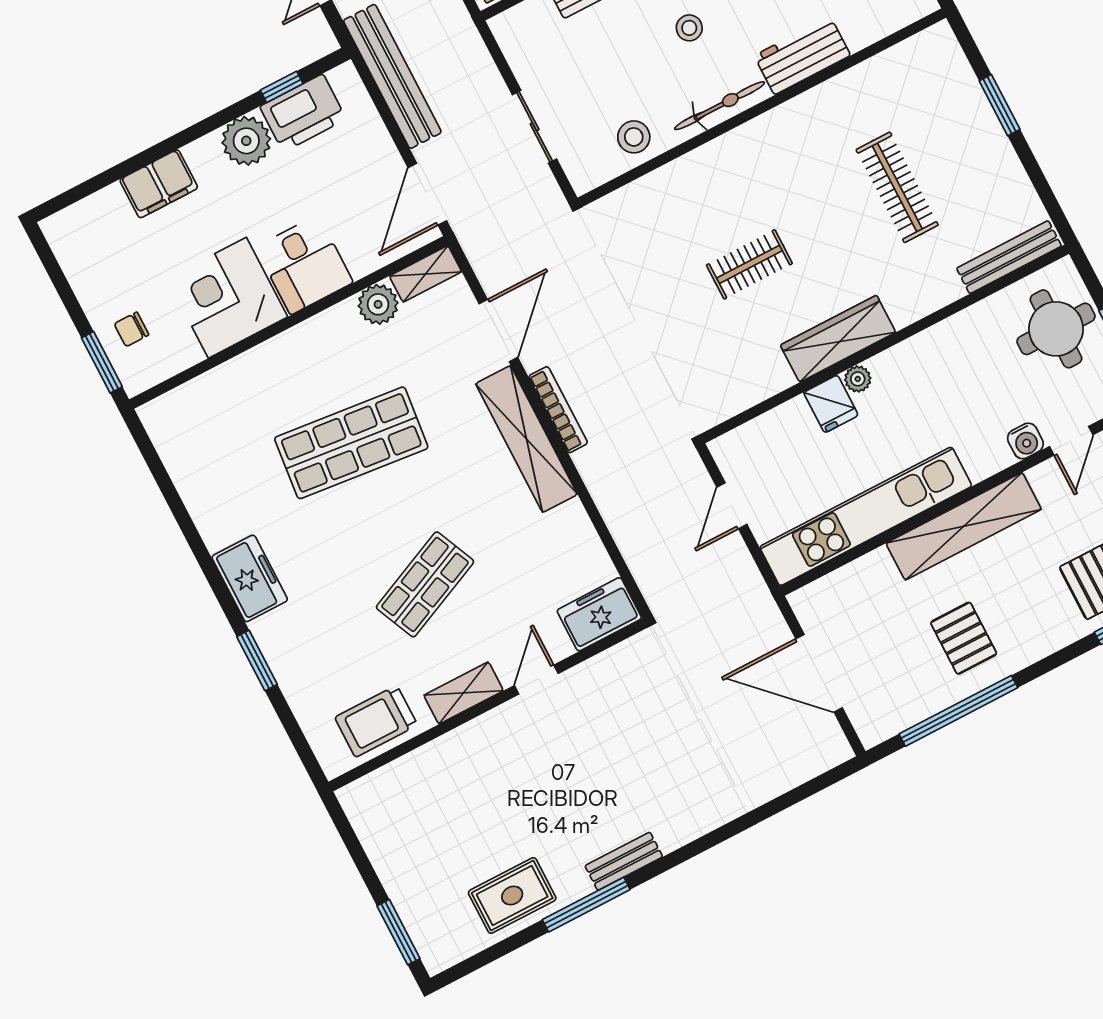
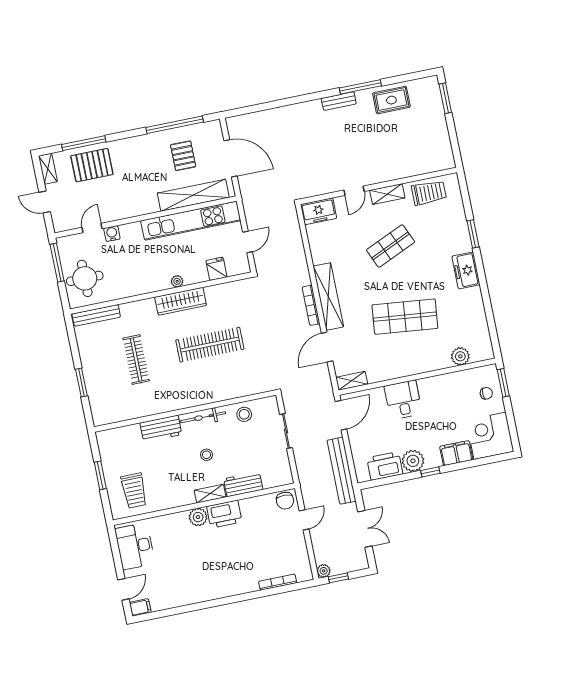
window: (282, 87) -> (430, 472), moved
clothes rail: (749, 264) -> (210, 345), width x1.86, depth x1.31
corner desk: (227, 298) -> (490, 436), moved, turned 180
plant: (378, 304) -> (460, 356), moved
fridge: (831, 404) -> (216, 269), moved
shelving: (964, 526) -> (193, 195), moved
pallet: (964, 638) -> (183, 156), moved

